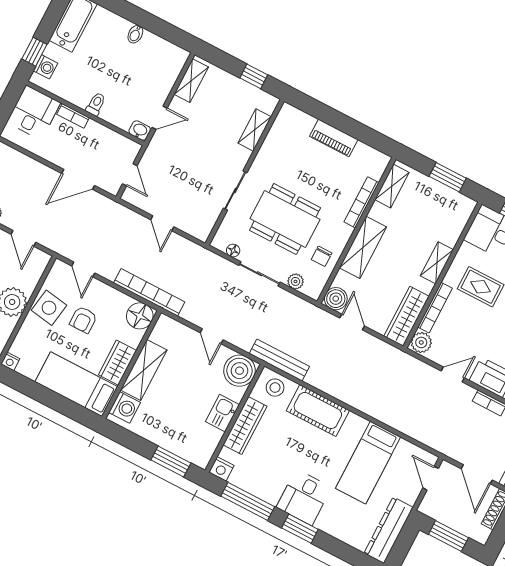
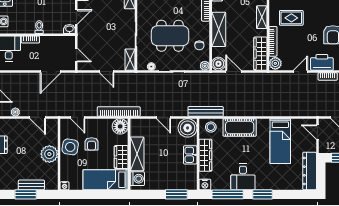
shelving: (207, 223) -> (130, 60), added
plant: (295, 281) -> (205, 66), moved
desk: (304, 497) -> (243, 177), moved

